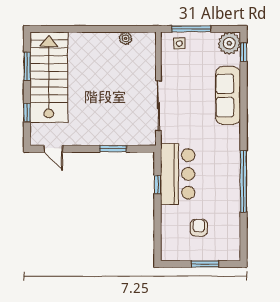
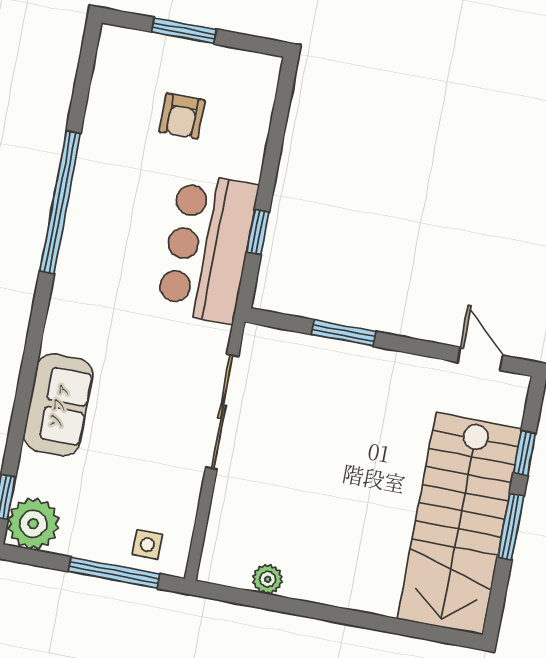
window: (27, 66) -> (511, 527), moved
sofa: (228, 95) -> (58, 405), width x0.73

